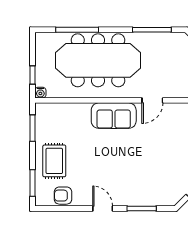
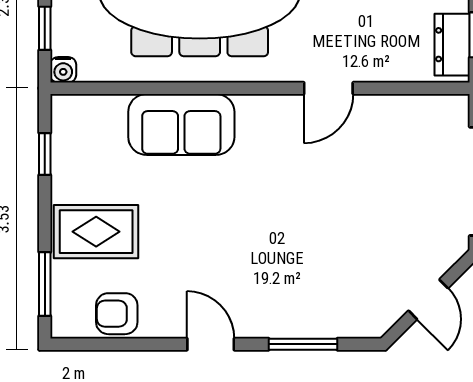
sofa: (114, 116) -> (181, 124), moved
window: (33, 128) -> (45, 154), width x0.67
rug: (54, 161) -> (96, 232), turned 90

